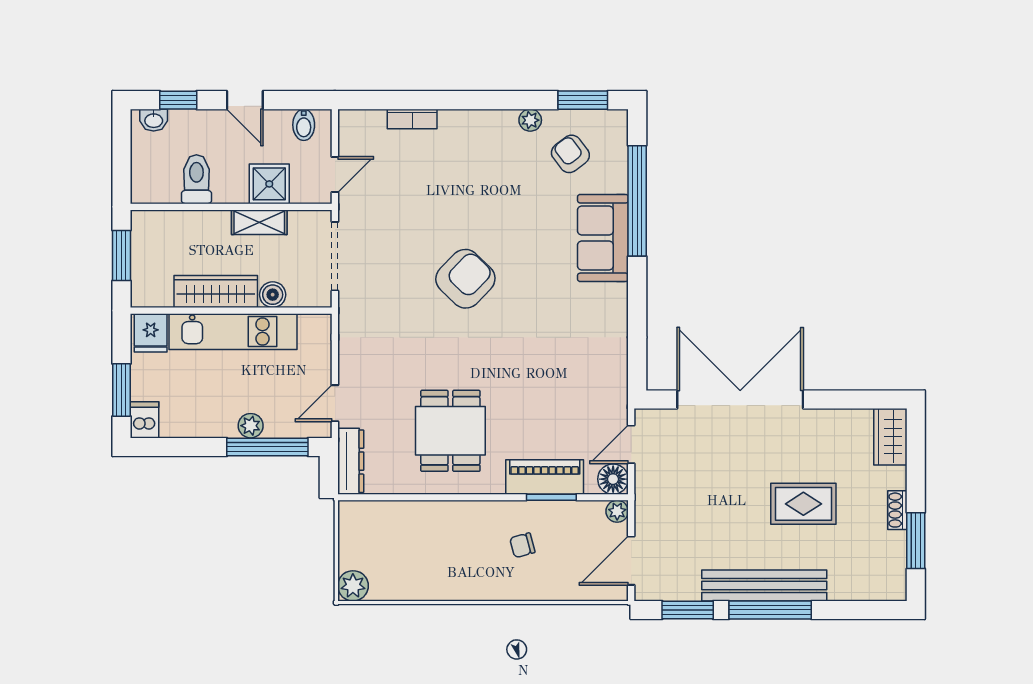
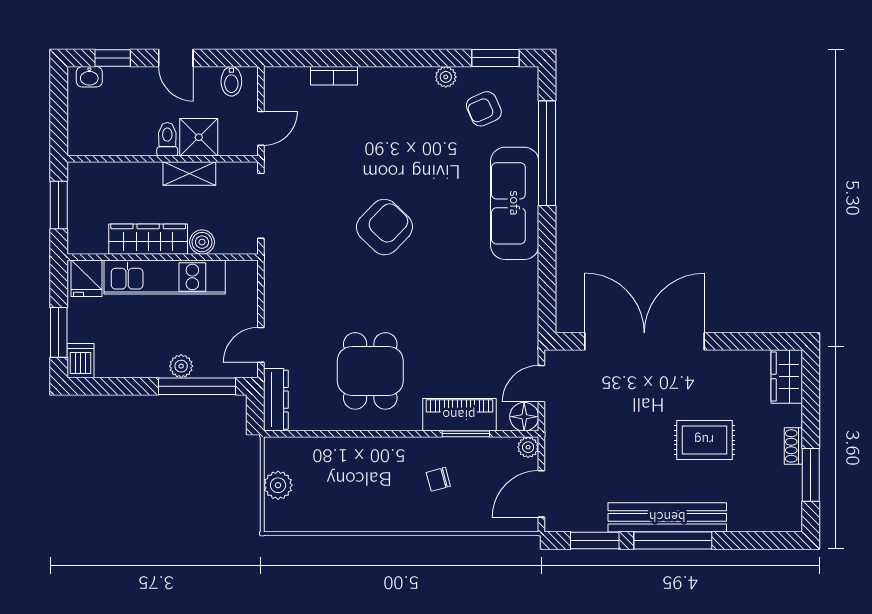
armchair: (570, 154) -> (484, 109), turned -77
toilet: (196, 179) -> (167, 139), moved, width x0.73, depth x0.72
sofa: (603, 238) -> (515, 203), width x1.36
plant: (353, 586) -> (278, 485), moved

